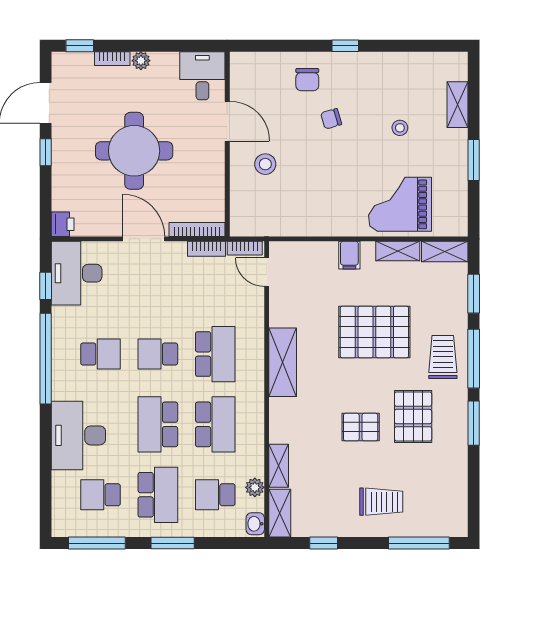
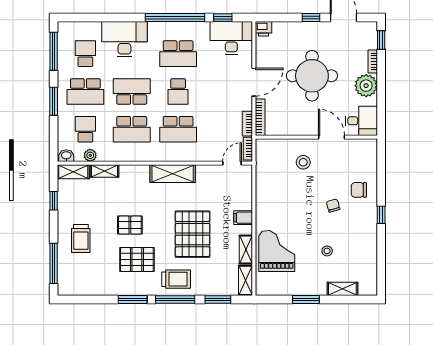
plant: (141, 61) -> (366, 86), width x1.87, depth x1.87
door: (227, 121) -> (332, 137), swing flipped
school desk: (100, 354) -> (178, 54), width x1.85
school desk: (158, 354) -> (178, 91), turned 180
pallet: (361, 427) -> (130, 225), turned 90

